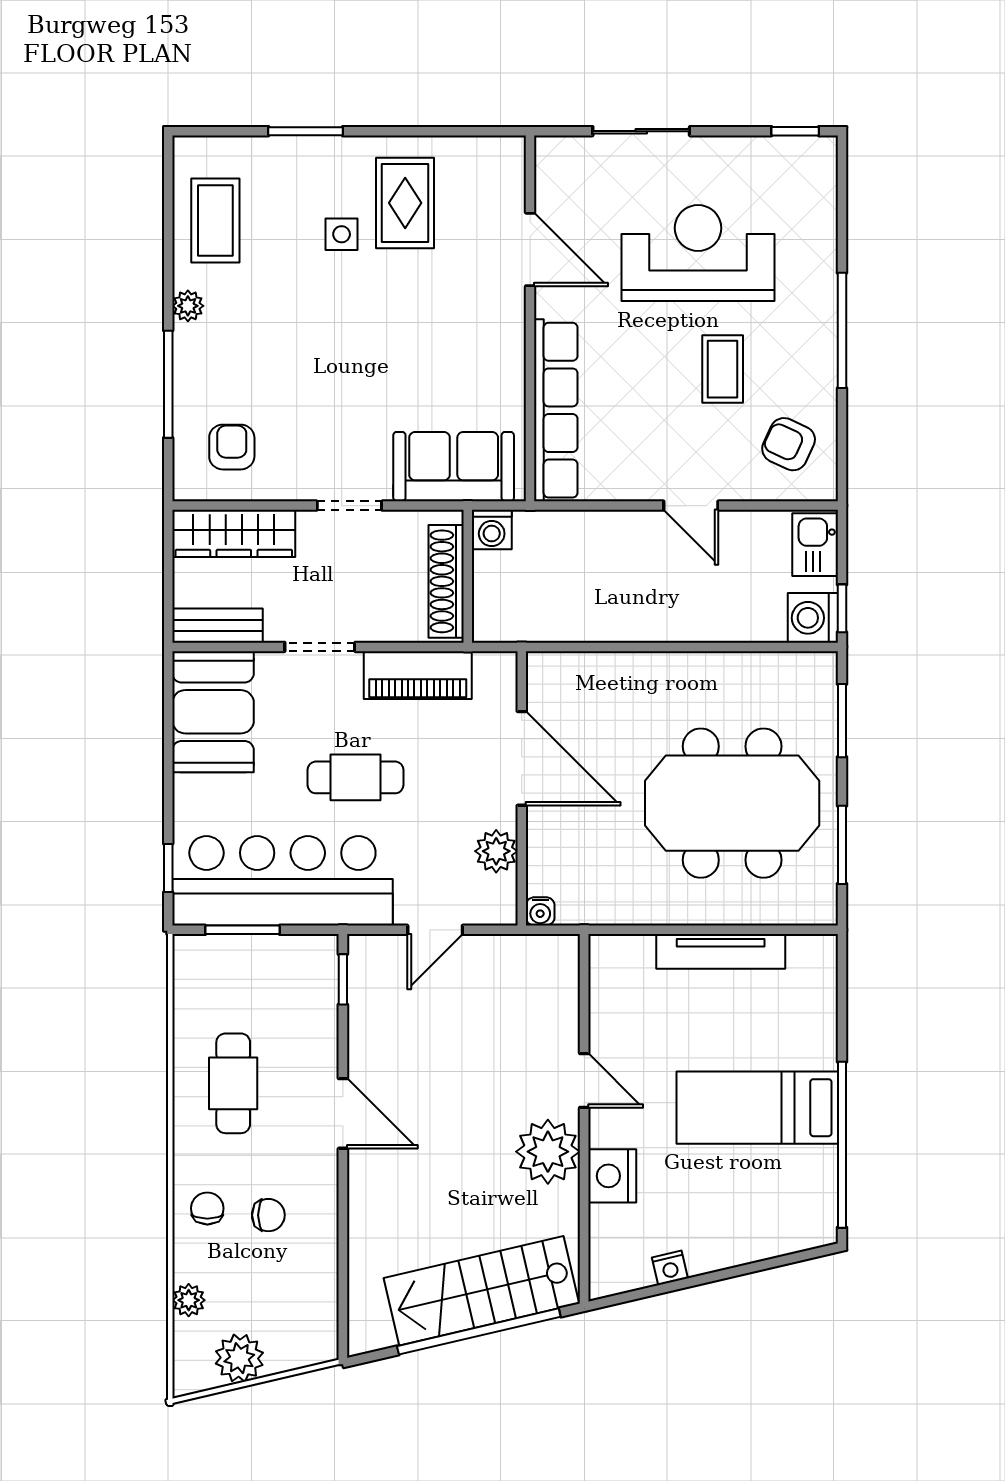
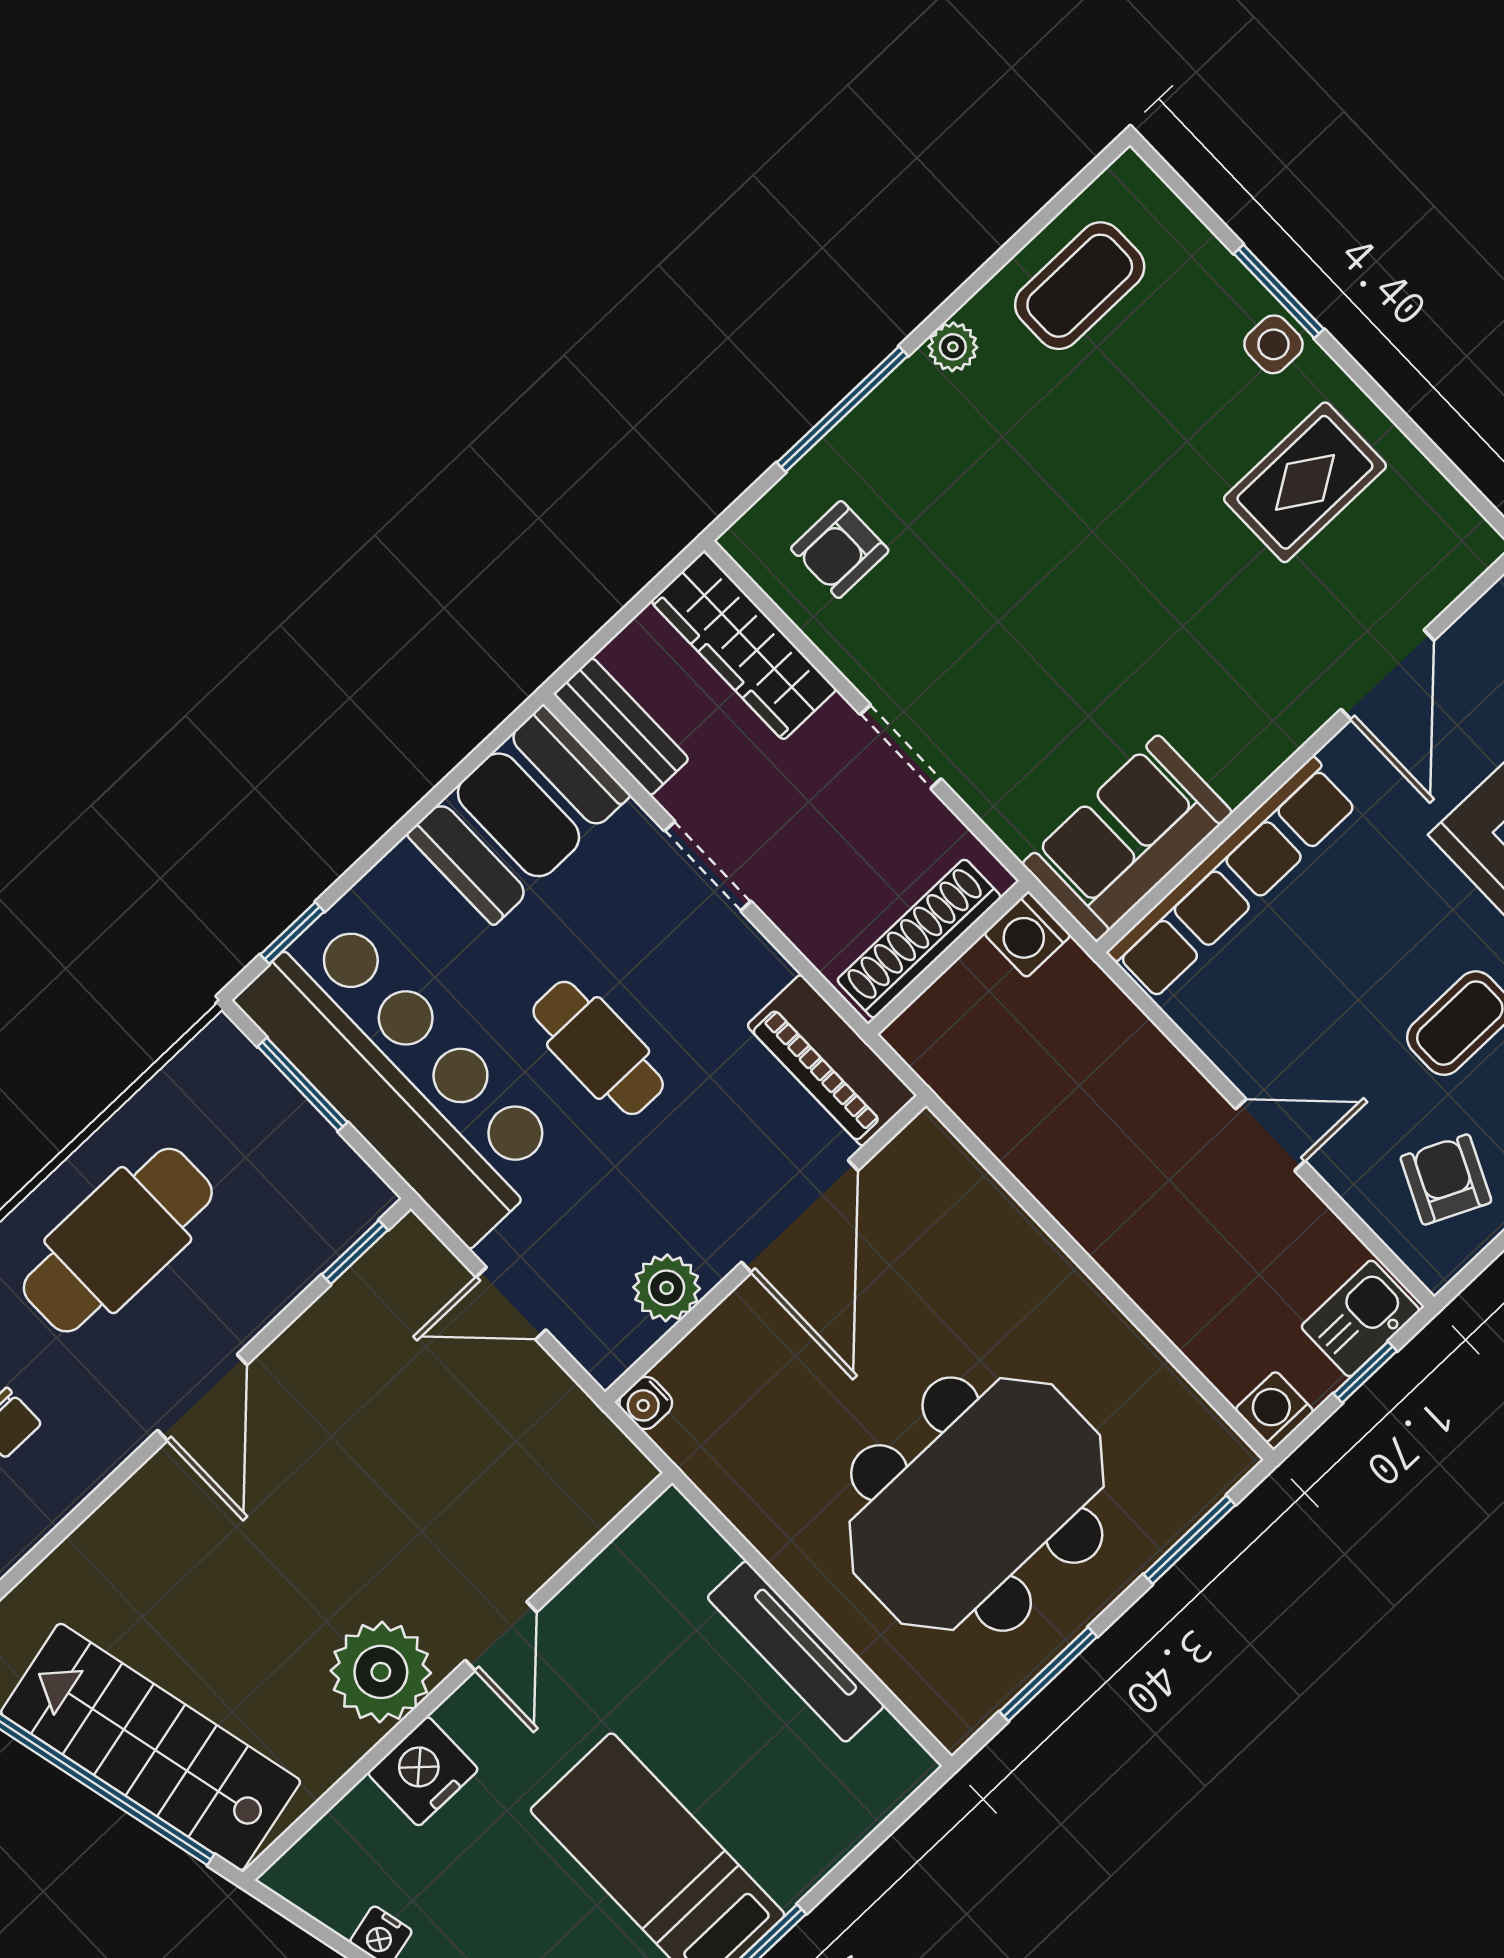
side table: (342, 234) -> (1273, 344), moved
armchair: (232, 447) -> (840, 550), turned 180
sofa: (454, 467) -> (1127, 838), moved, turned -90
door: (691, 506) -> (1270, 1135), swing flipped
window: (842, 608) -> (1365, 1372), moved
washing machine: (813, 618) -> (1274, 1410), width x0.73, depth x0.73
piano: (418, 675) -> (832, 1060), moved
meeting table: (732, 803) -> (977, 1504), turned 90
cafe table: (233, 1083) -> (118, 1240), width x1.37, depth x1.35

